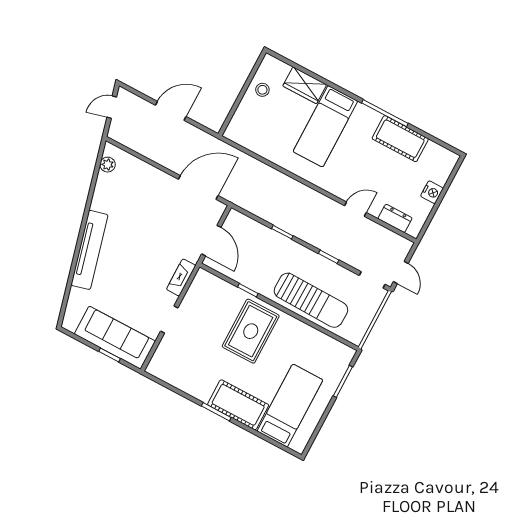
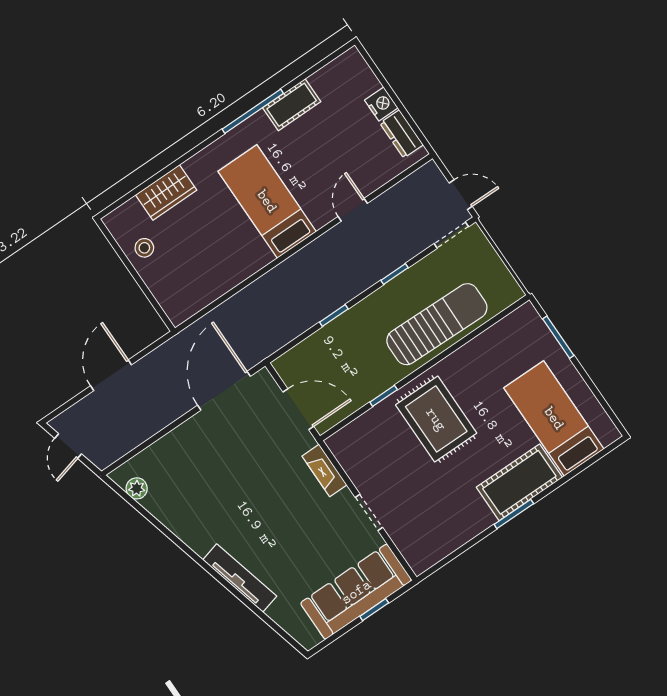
bed: (325, 126) -> (267, 201), moved, turned 180
cot: (400, 139) -> (292, 105), width x0.73, depth x0.75
dresser: (395, 218) -> (402, 134), moved, turned -90
tv unit: (90, 250) -> (240, 578), width x0.73, depth x0.78

